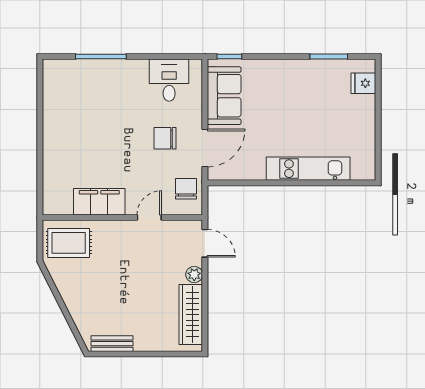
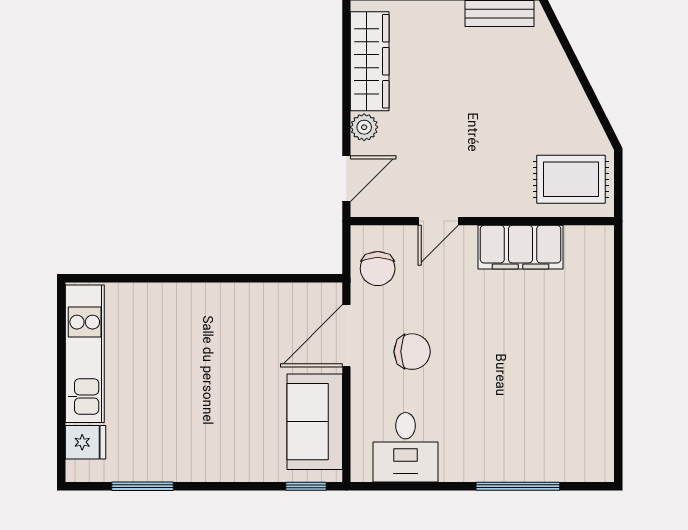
kitchen unit: (308, 169) -> (85, 354), moved, turned -90
door: (205, 243) -> (346, 179), swing flipped

